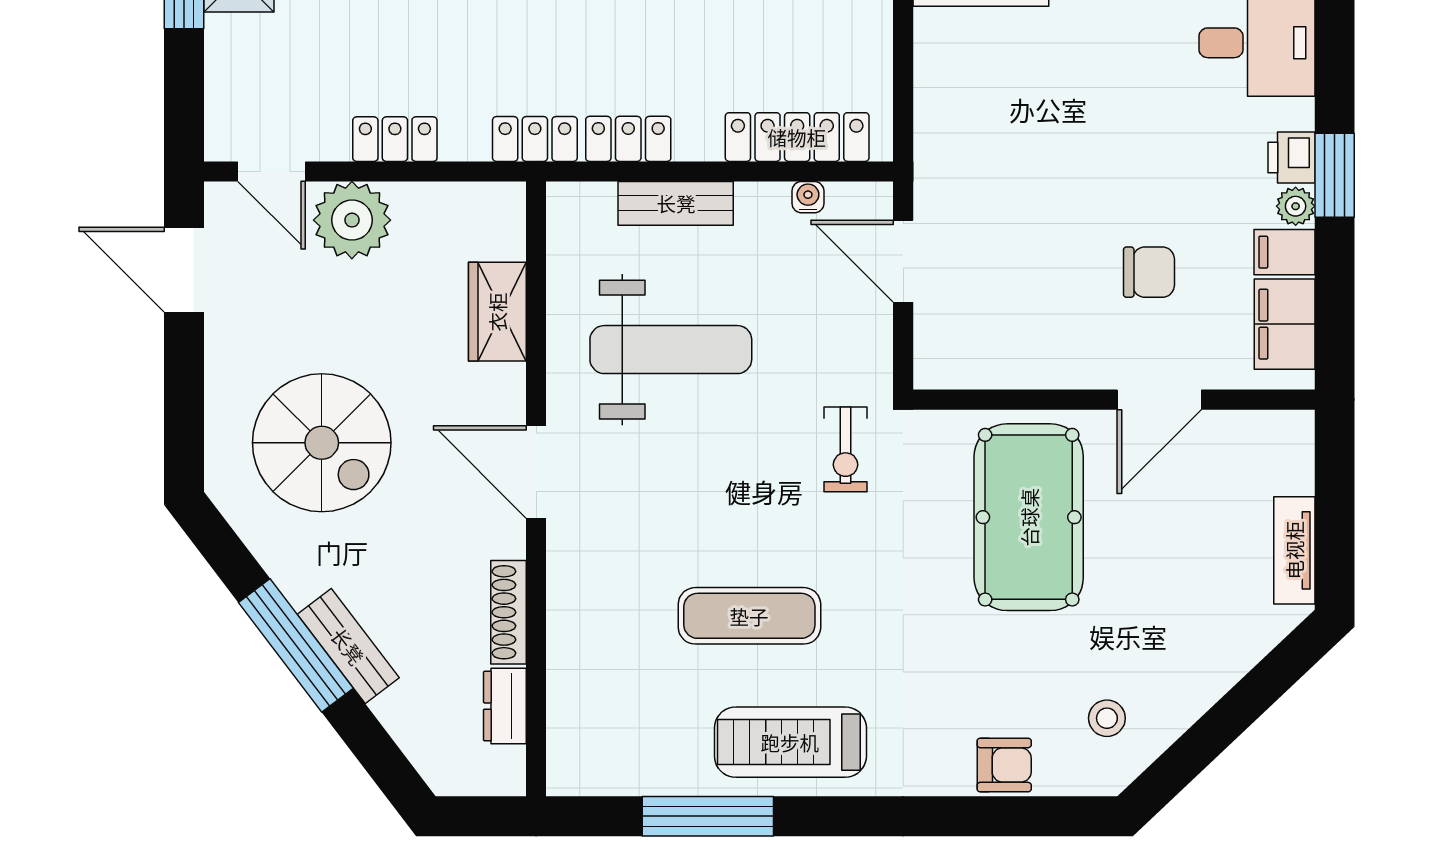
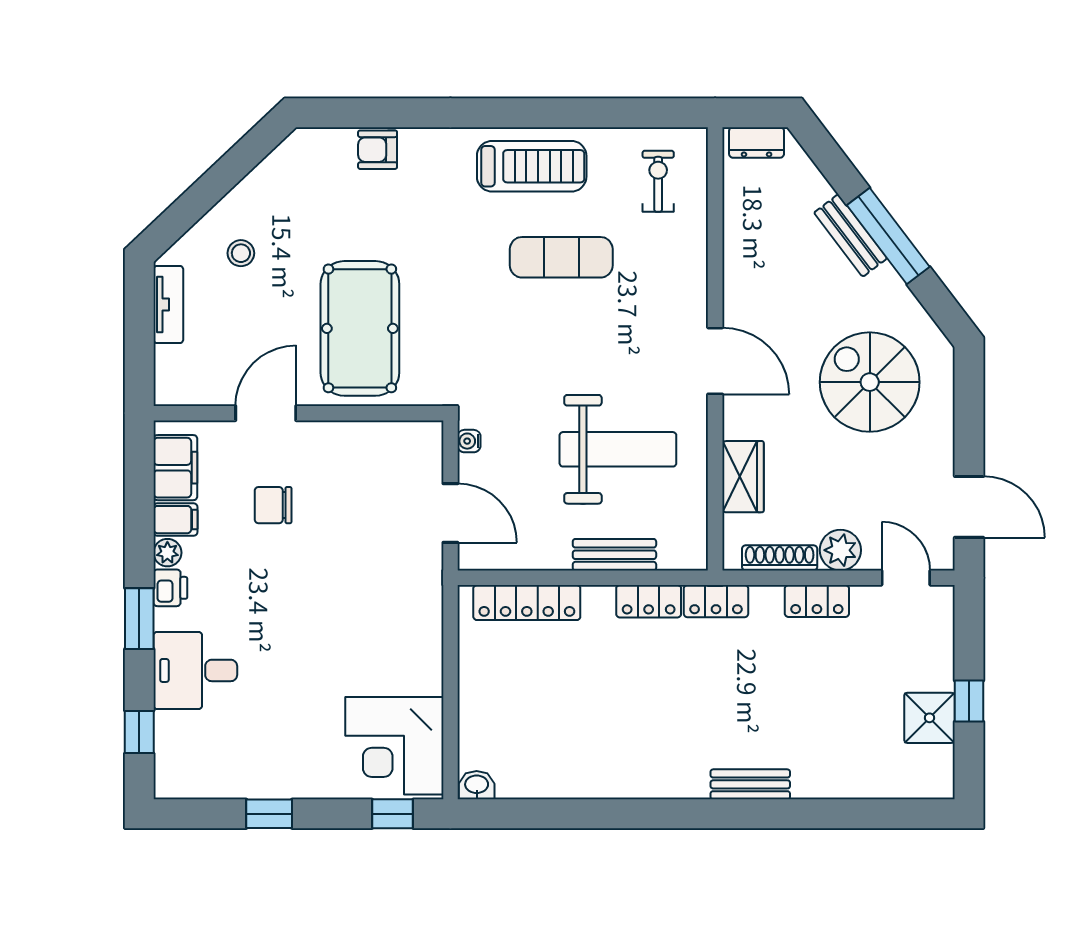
window: (1335, 175) -> (139, 619), moved
water cooler: (808, 197) -> (469, 441), moved, turned 90
plant: (352, 220) -> (840, 550), width x0.73, depth x0.73
weight bench: (671, 350) -> (618, 449), turned 180
exercise bike: (845, 449) -> (658, 181), moved
shoe rack: (508, 612) -> (780, 558), moved, turned -90
dresser: (505, 706) -> (757, 142), moved, turned 90
stool: (1107, 718) -> (241, 253), moved
window: (708, 816) -> (591, 113), removed

